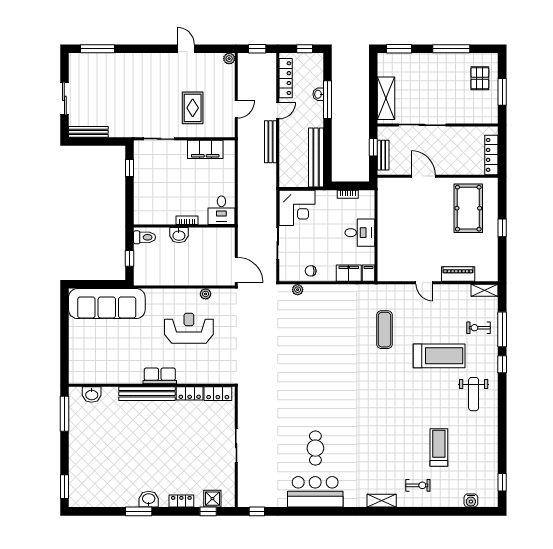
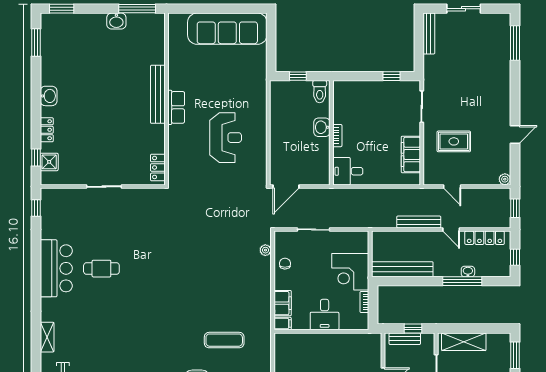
corner desk: (297, 208) -> (350, 272), moved
plant: (206, 294) -> (261, 155), removed
sofa: (107, 304) -> (227, 29), moved, turned -90
locker: (190, 393) -> (158, 138), removed
washbasin: (92, 395) -> (116, 21), moved, turned -90
window: (139, 511) -> (36, 42), moved

